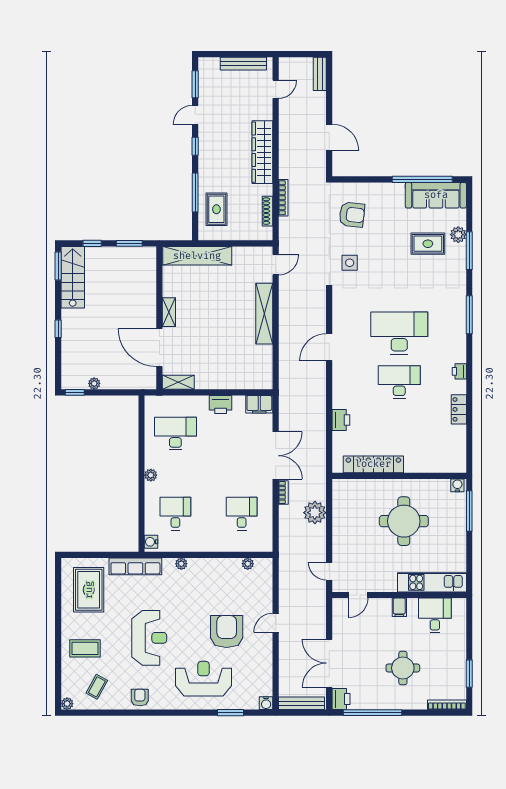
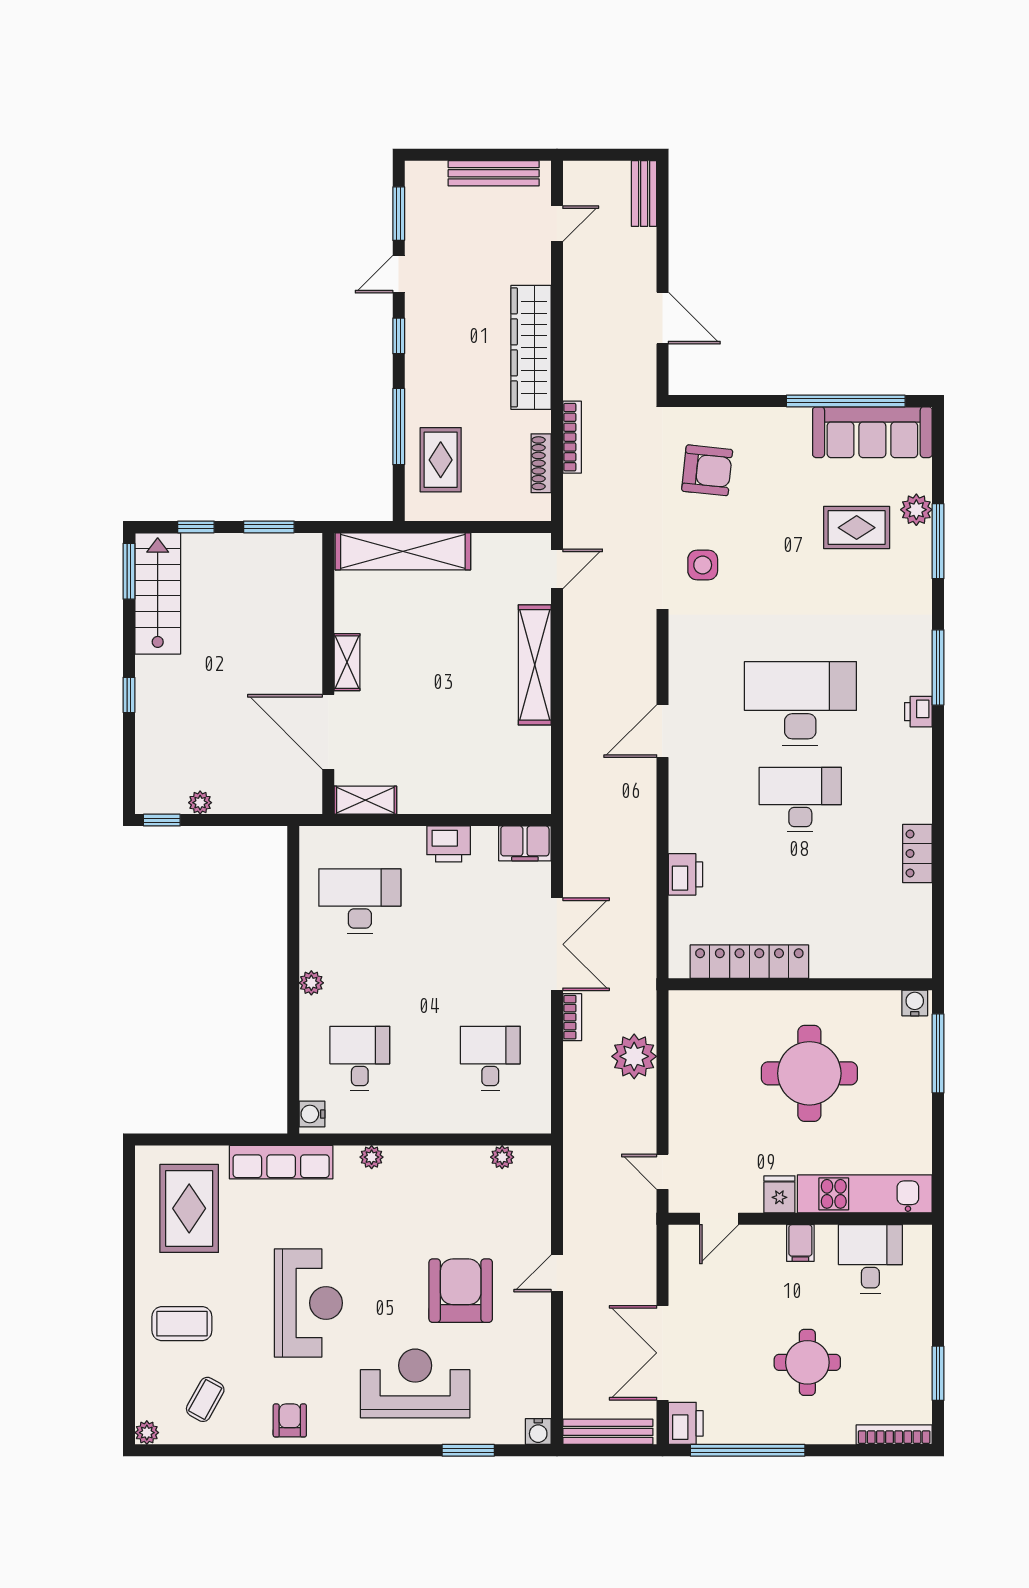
printer: (459, 371) -> (918, 712), moved
fridge: (389, 583) -> (779, 1194), added

